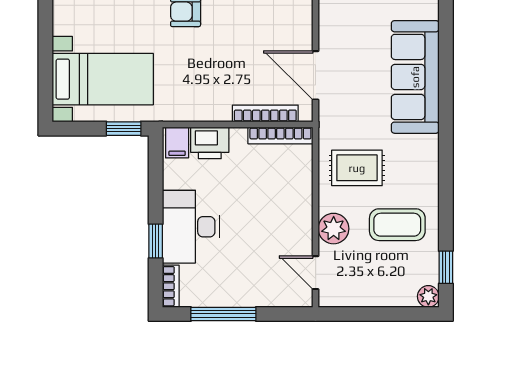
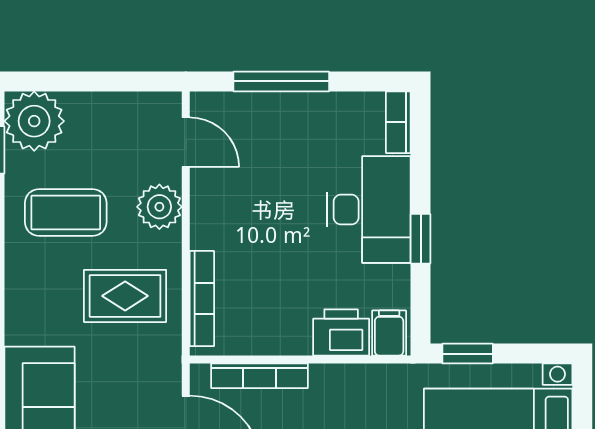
bookcase: (280, 136) -> (202, 299), moved, turned 90
window: (156, 241) -> (421, 239), moved
plant: (428, 296) -> (34, 121), width x1.88, depth x1.88
window: (223, 314) -> (281, 81), moved

